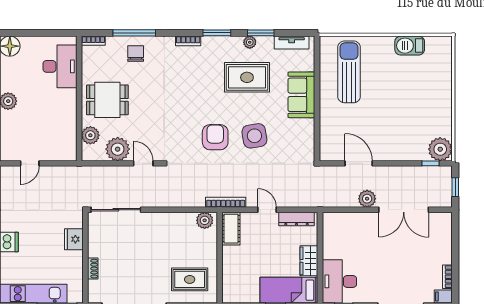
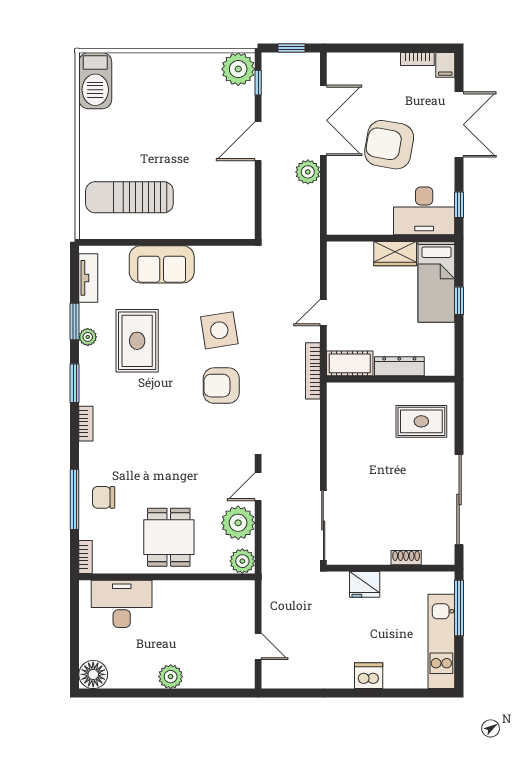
barbecue: (410, 46) -> (95, 81), moved, width x1.37, depth x1.21
plant: (90, 135) -> (242, 561), moved
door: (359, 163) -> (258, 141), moved
dresser: (296, 219) -> (399, 366), moved, turned -90
plant: (205, 220) -> (338, 400), removed
armchair: (386, 257) -> (389, 145), added
rug: (190, 279) -> (421, 421), turned 90

